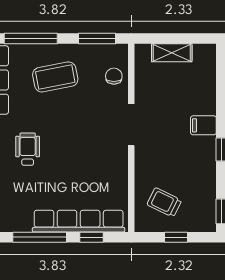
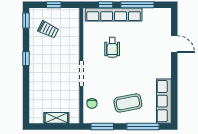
filing cabinet: (203, 125) -> (37, 73), removed
wheelchair: (28, 149) -> (112, 47), moved
trolley: (164, 202) -> (48, 30), moved

